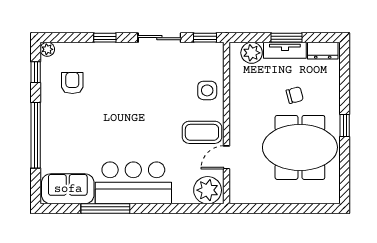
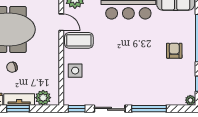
window: (105, 38) -> (149, 109), width x2.17
armchair: (72, 83) -> (174, 51), moved, turned 180
door: (226, 157) -> (61, 22), hinge flipped

